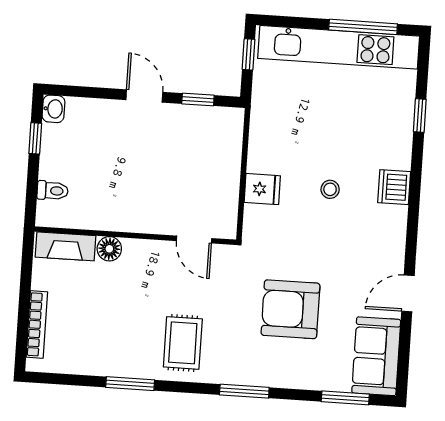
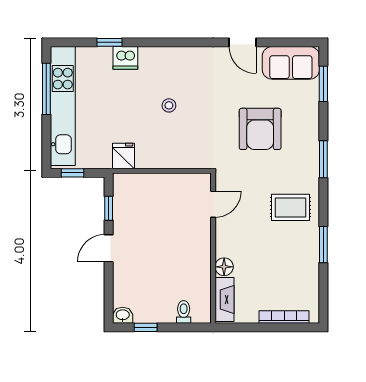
dishwasher: (394, 187) -> (125, 58), moved
fridge: (262, 189) -> (124, 156), moved

